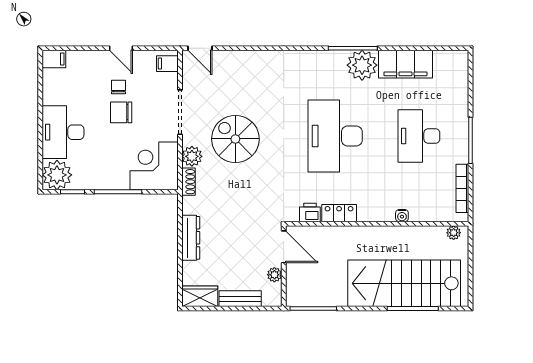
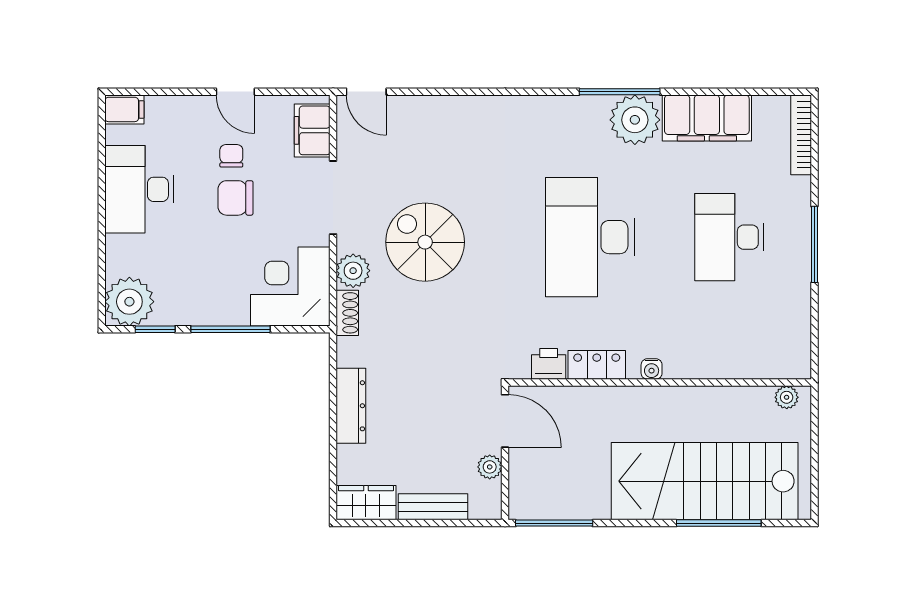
filing cabinet: (167, 64) -> (312, 130), width x2.00
desk: (63, 132) -> (139, 189), moved
bookcase: (462, 188) -> (801, 135), moved
water cooler: (402, 216) -> (652, 369), moved

